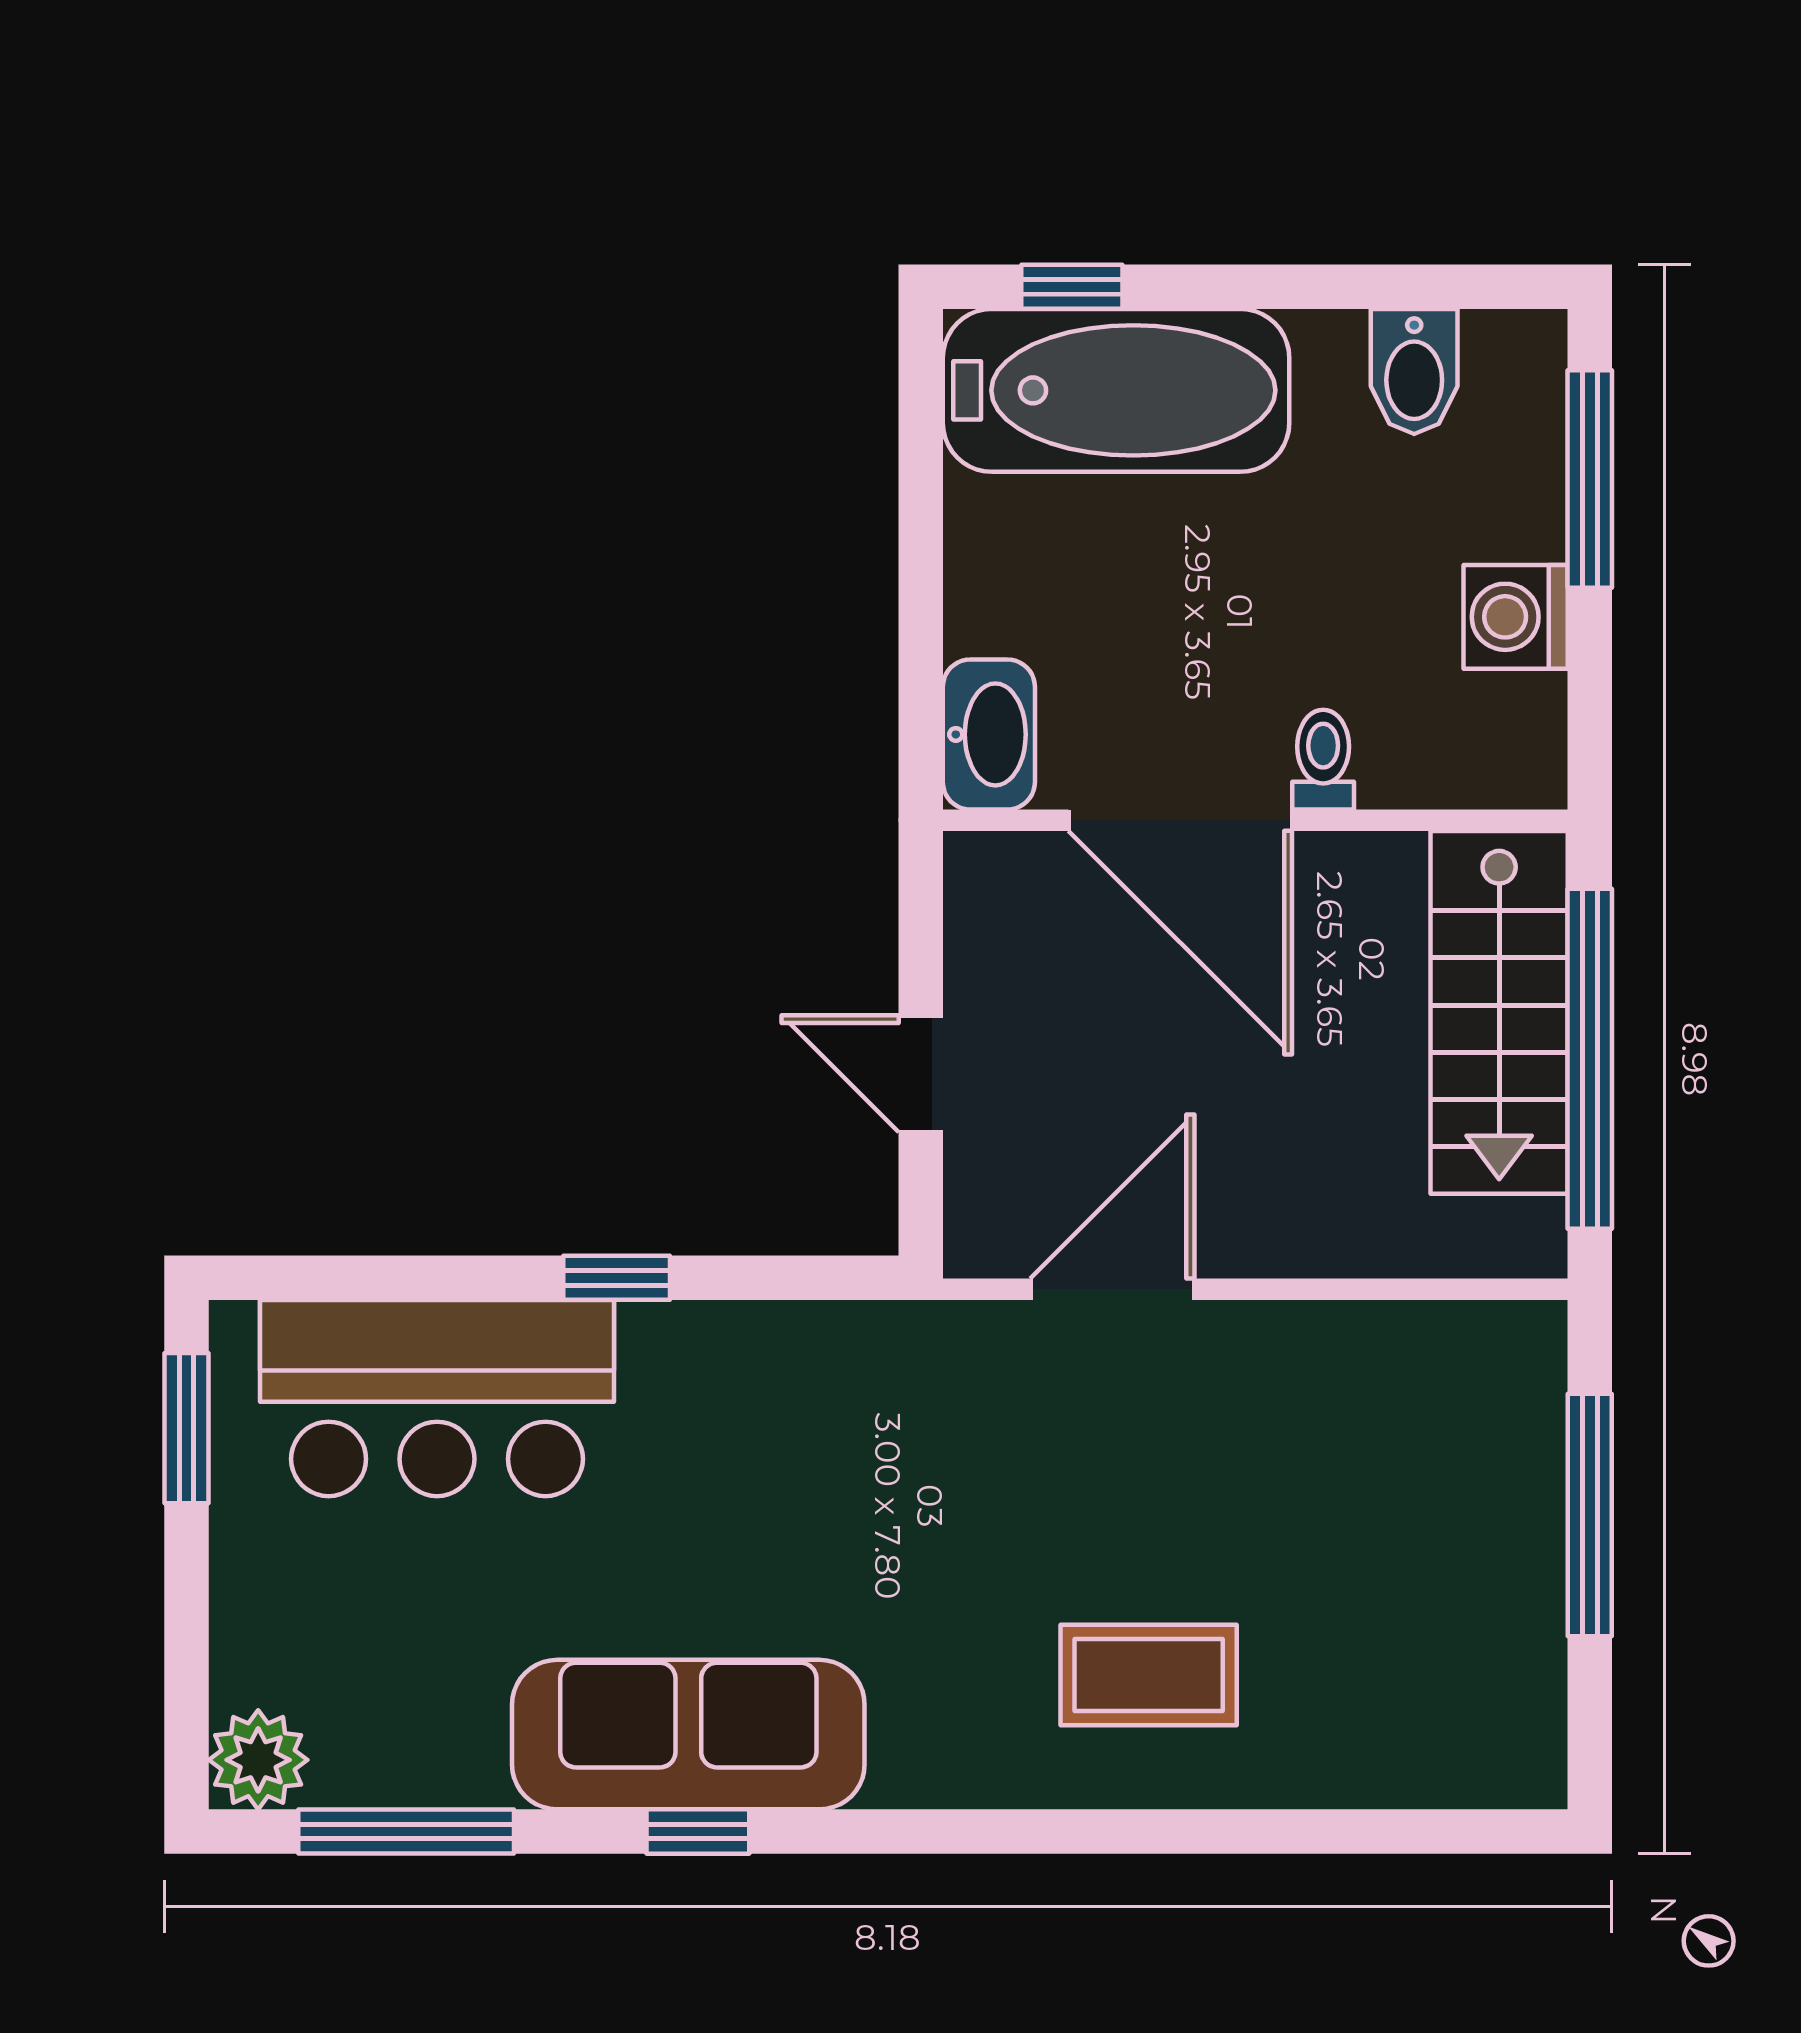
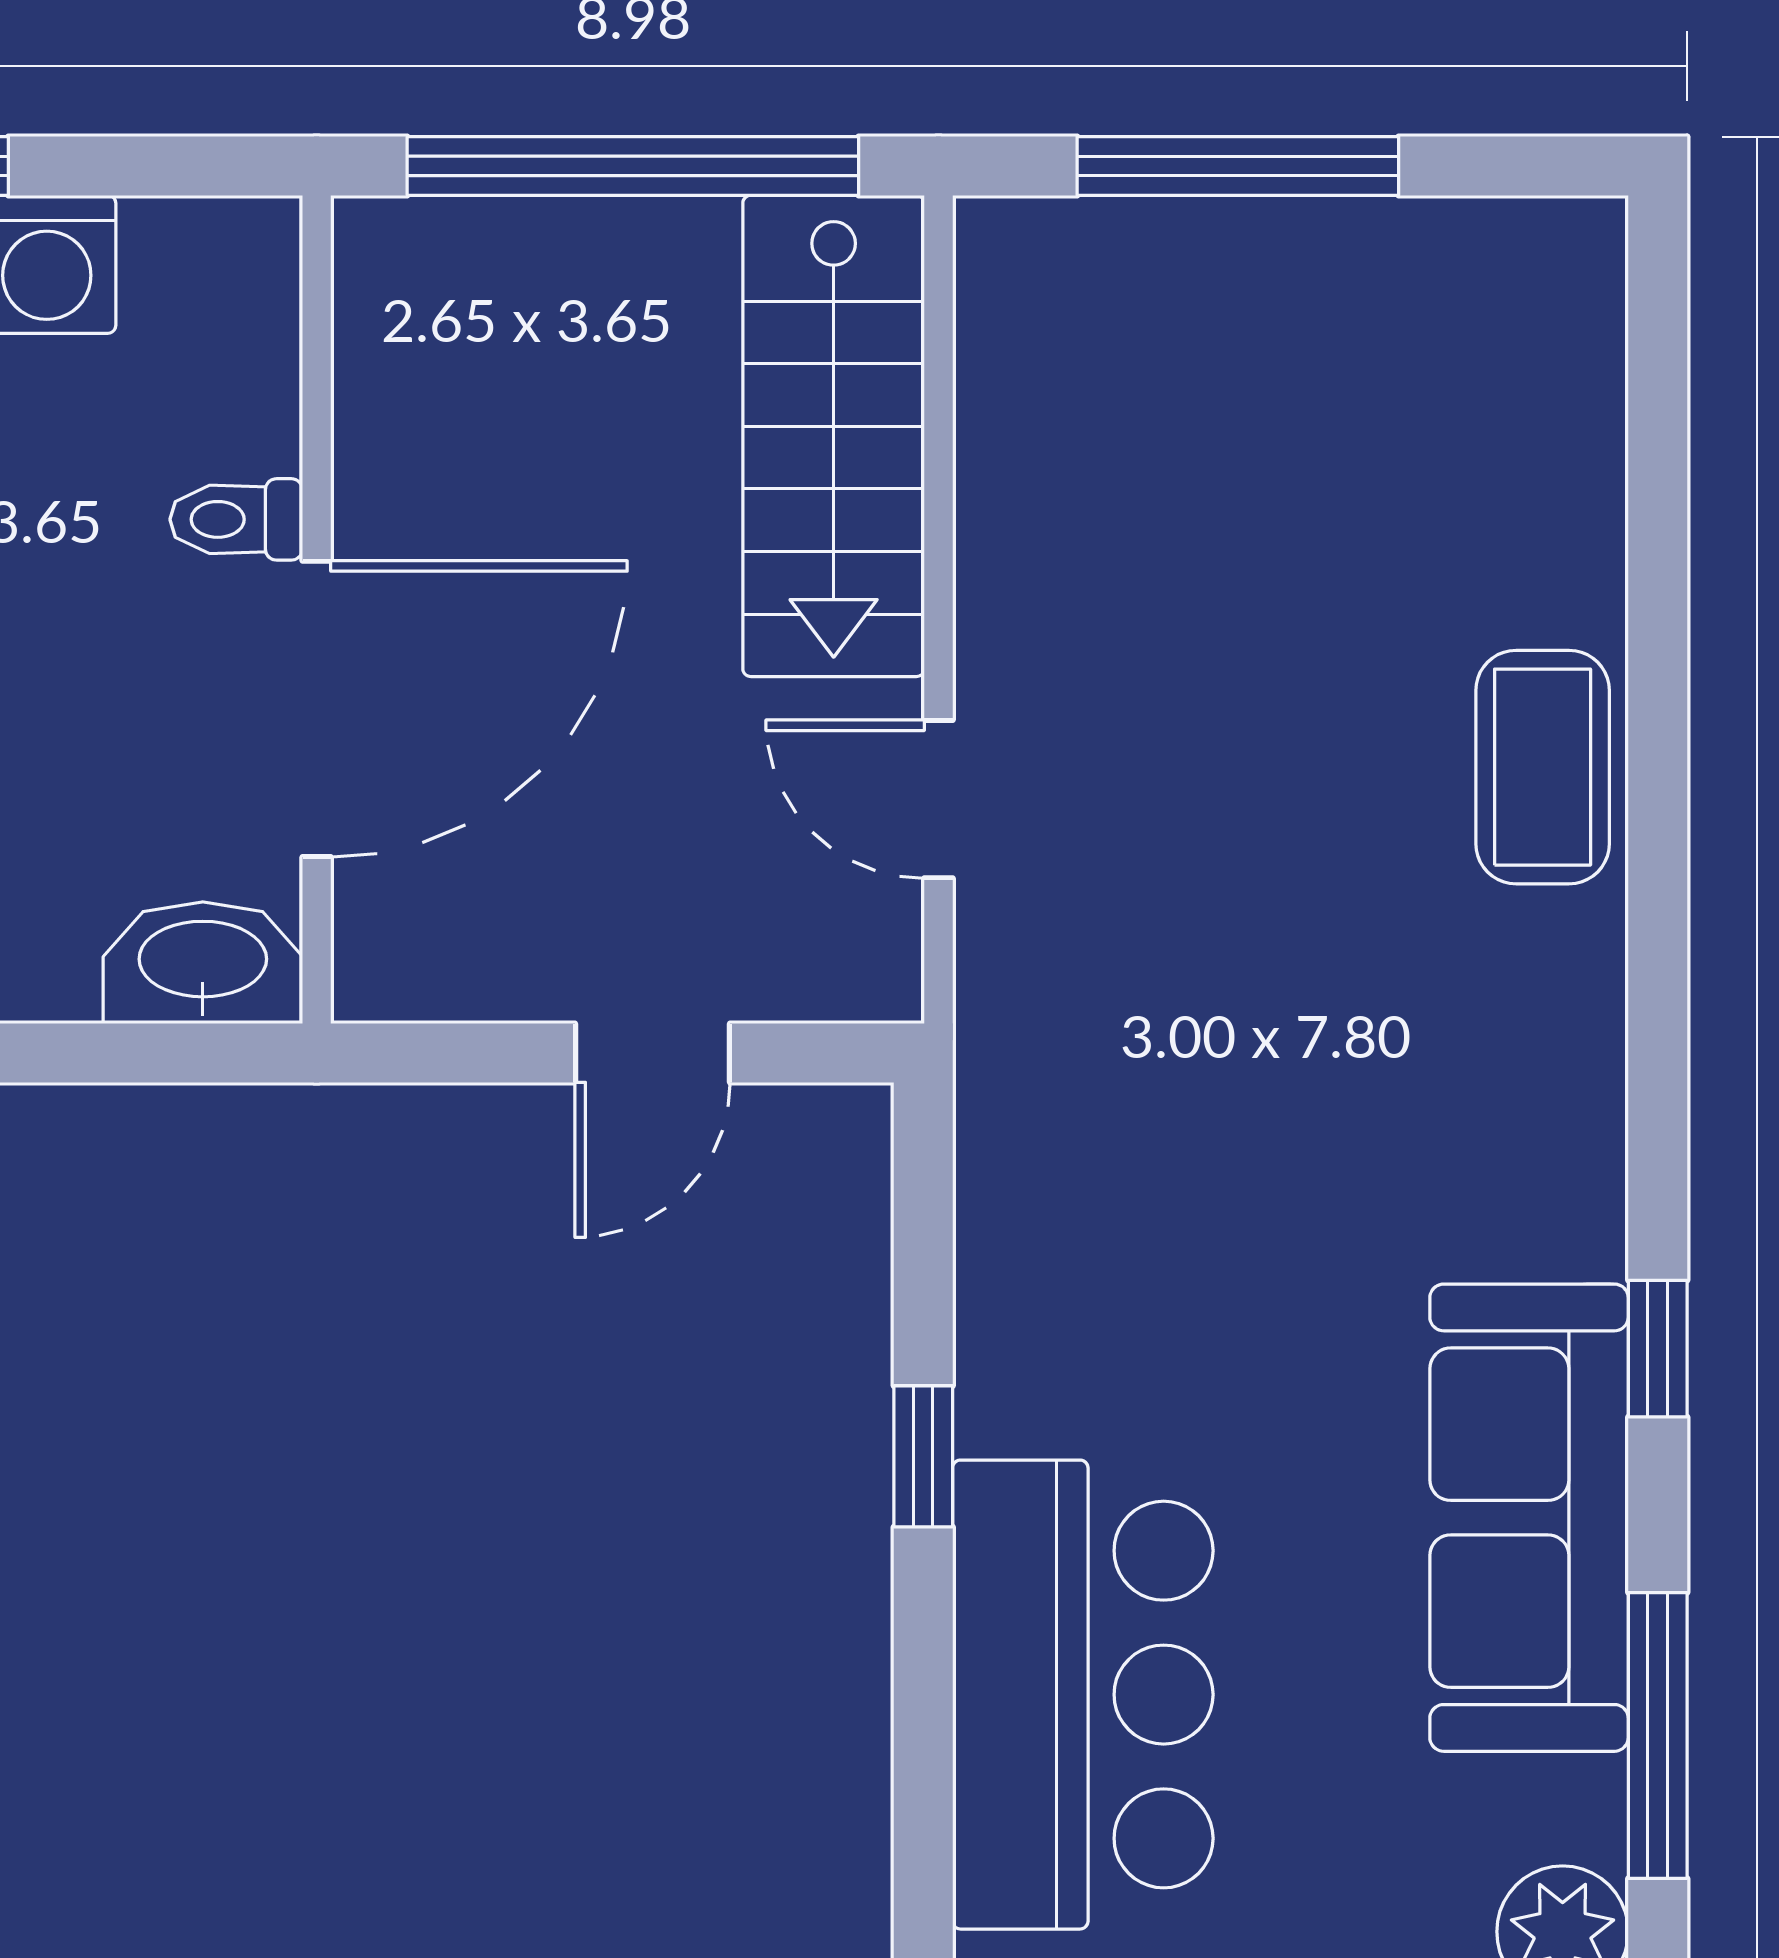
stairs: (1499, 1012) -> (834, 436), moved, turned 90
door: (1112, 1289) -> (938, 799), width x0.73
coffee table: (1149, 1675) -> (1543, 767), moved
sofa: (688, 1735) -> (1529, 1518), moved

